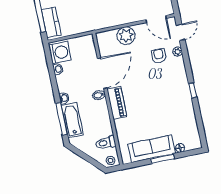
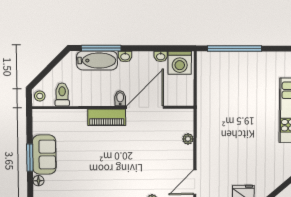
kitchen counter: (51, 22) -> (217, 60), removed
plant: (126, 36) -> (188, 139), width x0.53, depth x0.53
armchair: (159, 56) -> (152, 177), removed
door: (102, 73) -> (145, 107), swing flipped
sofa: (152, 149) -> (44, 155), width x0.73

